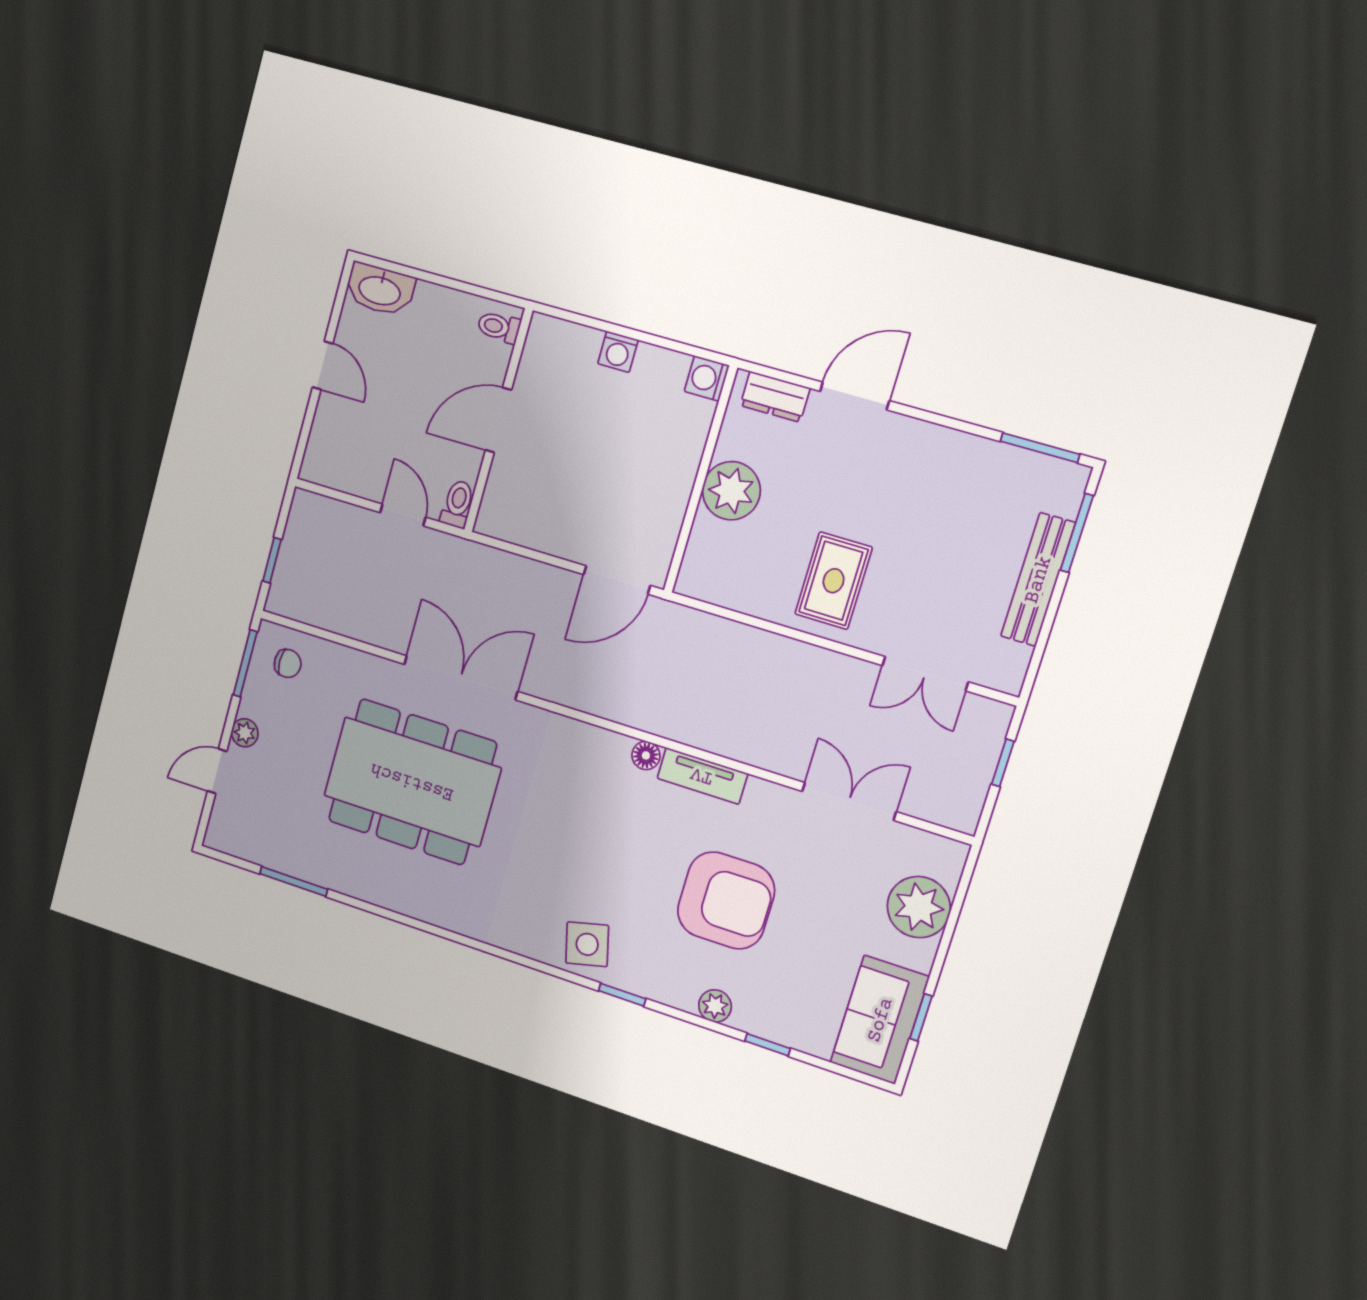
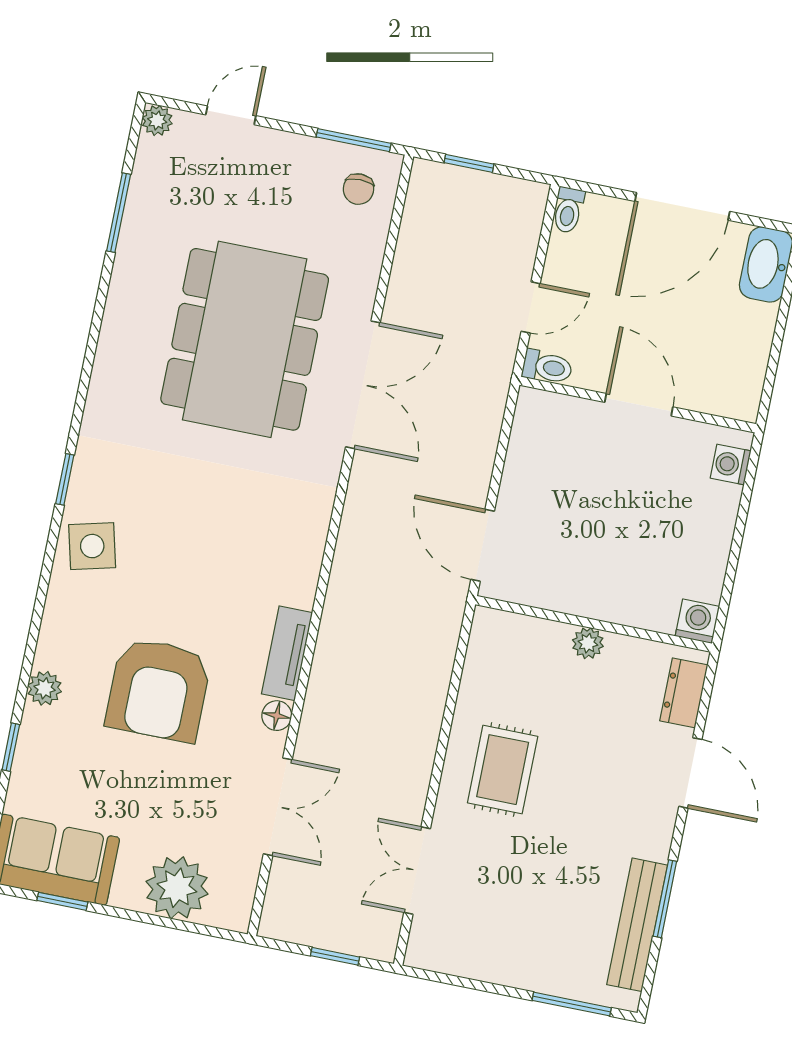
toilet: (499, 327) -> (568, 210), moved, turned 180
washing machine: (618, 352) -> (731, 464), moved
door: (323, 365) -> (682, 206), width x1.87
window: (1040, 448) -> (665, 899), moved
plant: (731, 491) -> (588, 643), width x0.53, depth x0.53
bench: (1038, 580) -> (637, 925), moved, turned 90
rug: (834, 581) -> (503, 770), turned 90
plant: (245, 733) -> (157, 120), moved
floor lamp: (646, 755) -> (277, 716), moved
door: (217, 771) -> (231, 115), hinge flipped
window: (622, 995) -> (65, 479), moved

